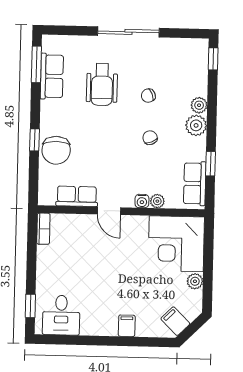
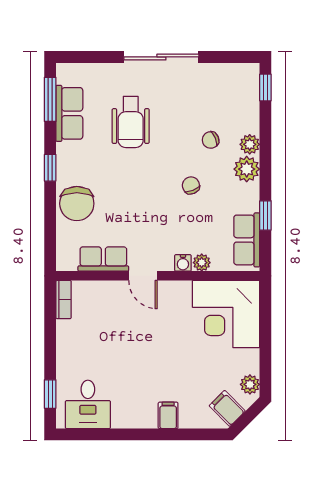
chair: (148, 96) -> (211, 140), moved
window: (35, 140) -> (50, 168), moved
plant: (195, 281) -> (250, 384), moved

